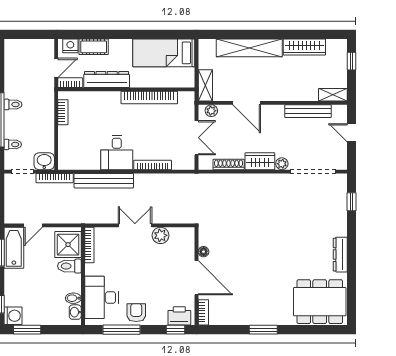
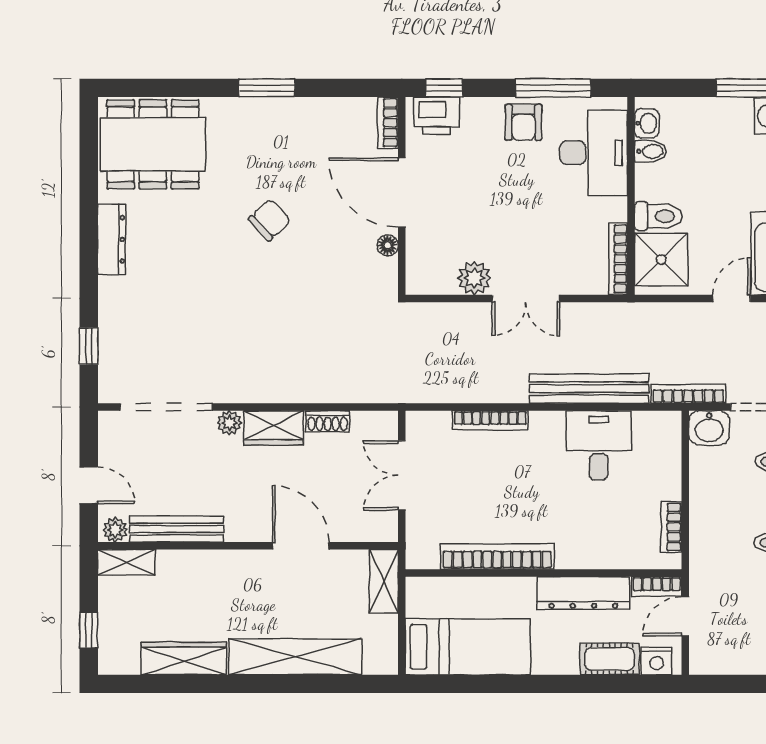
plant: (211, 111) -> (115, 530), moved
desk: (117, 153) -> (599, 445), moved
shoe rack: (229, 164) -> (328, 421), width x0.70
chair: (262, 264) -> (270, 220), added

